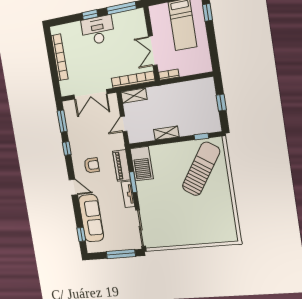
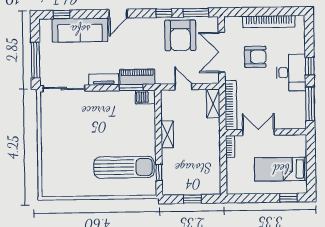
armchair: (90, 64) -> (255, 57), added
barbecue: (142, 164) -> (145, 97), width x0.53, depth x0.65
armchair: (92, 165) -> (180, 35), moved, width x1.88, depth x1.88
sun lounger: (201, 169) -> (124, 167), turned -34
window: (133, 182) -> (131, 88), moved

